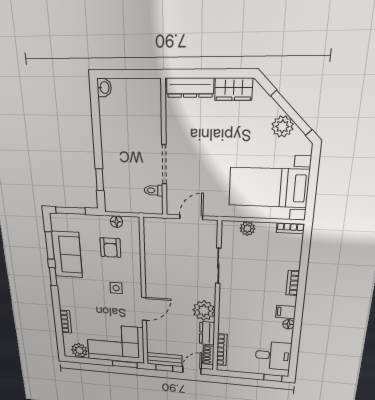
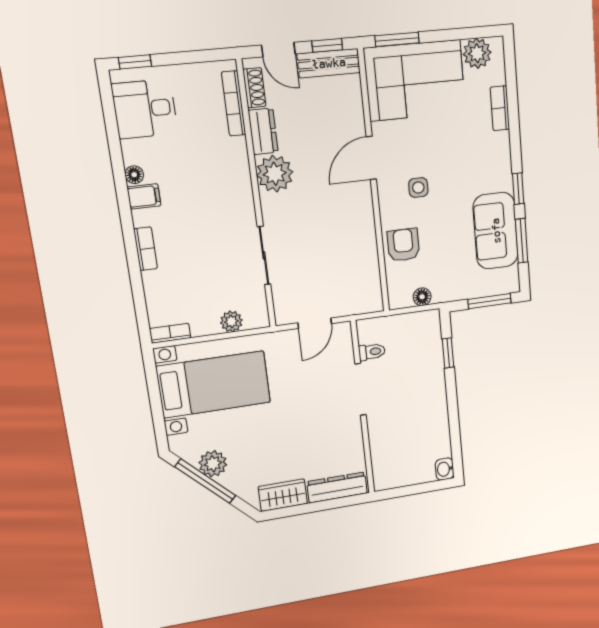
armchair: (110, 248) -> (403, 245), moved
door: (192, 370) -> (278, 50), hinge flipped

